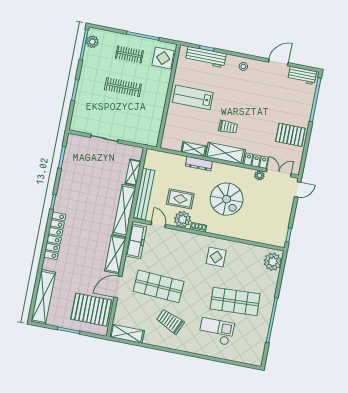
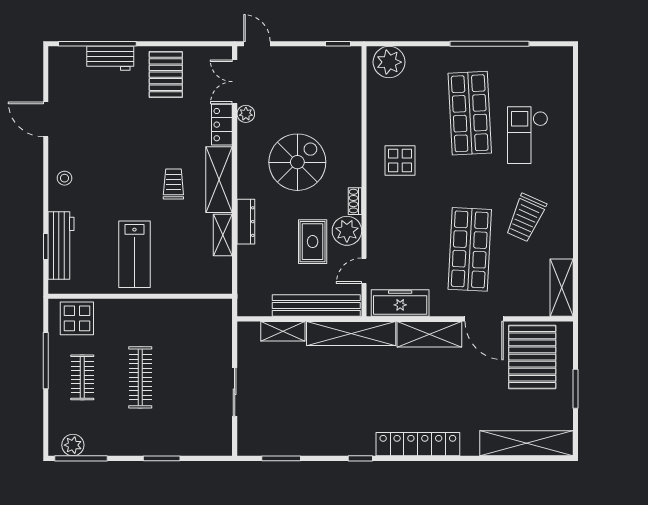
workbench: (302, 76) -> (110, 58), moved, turned 90

